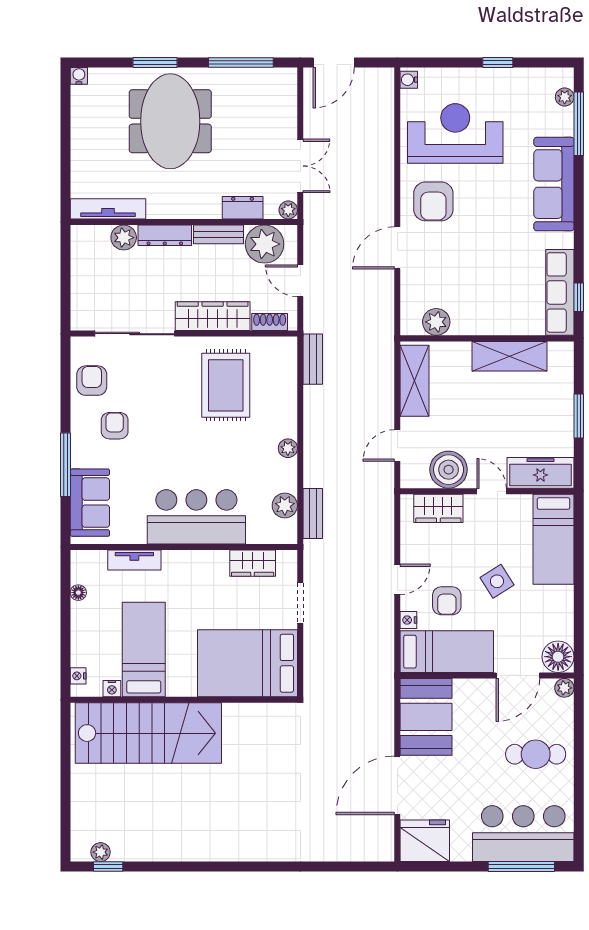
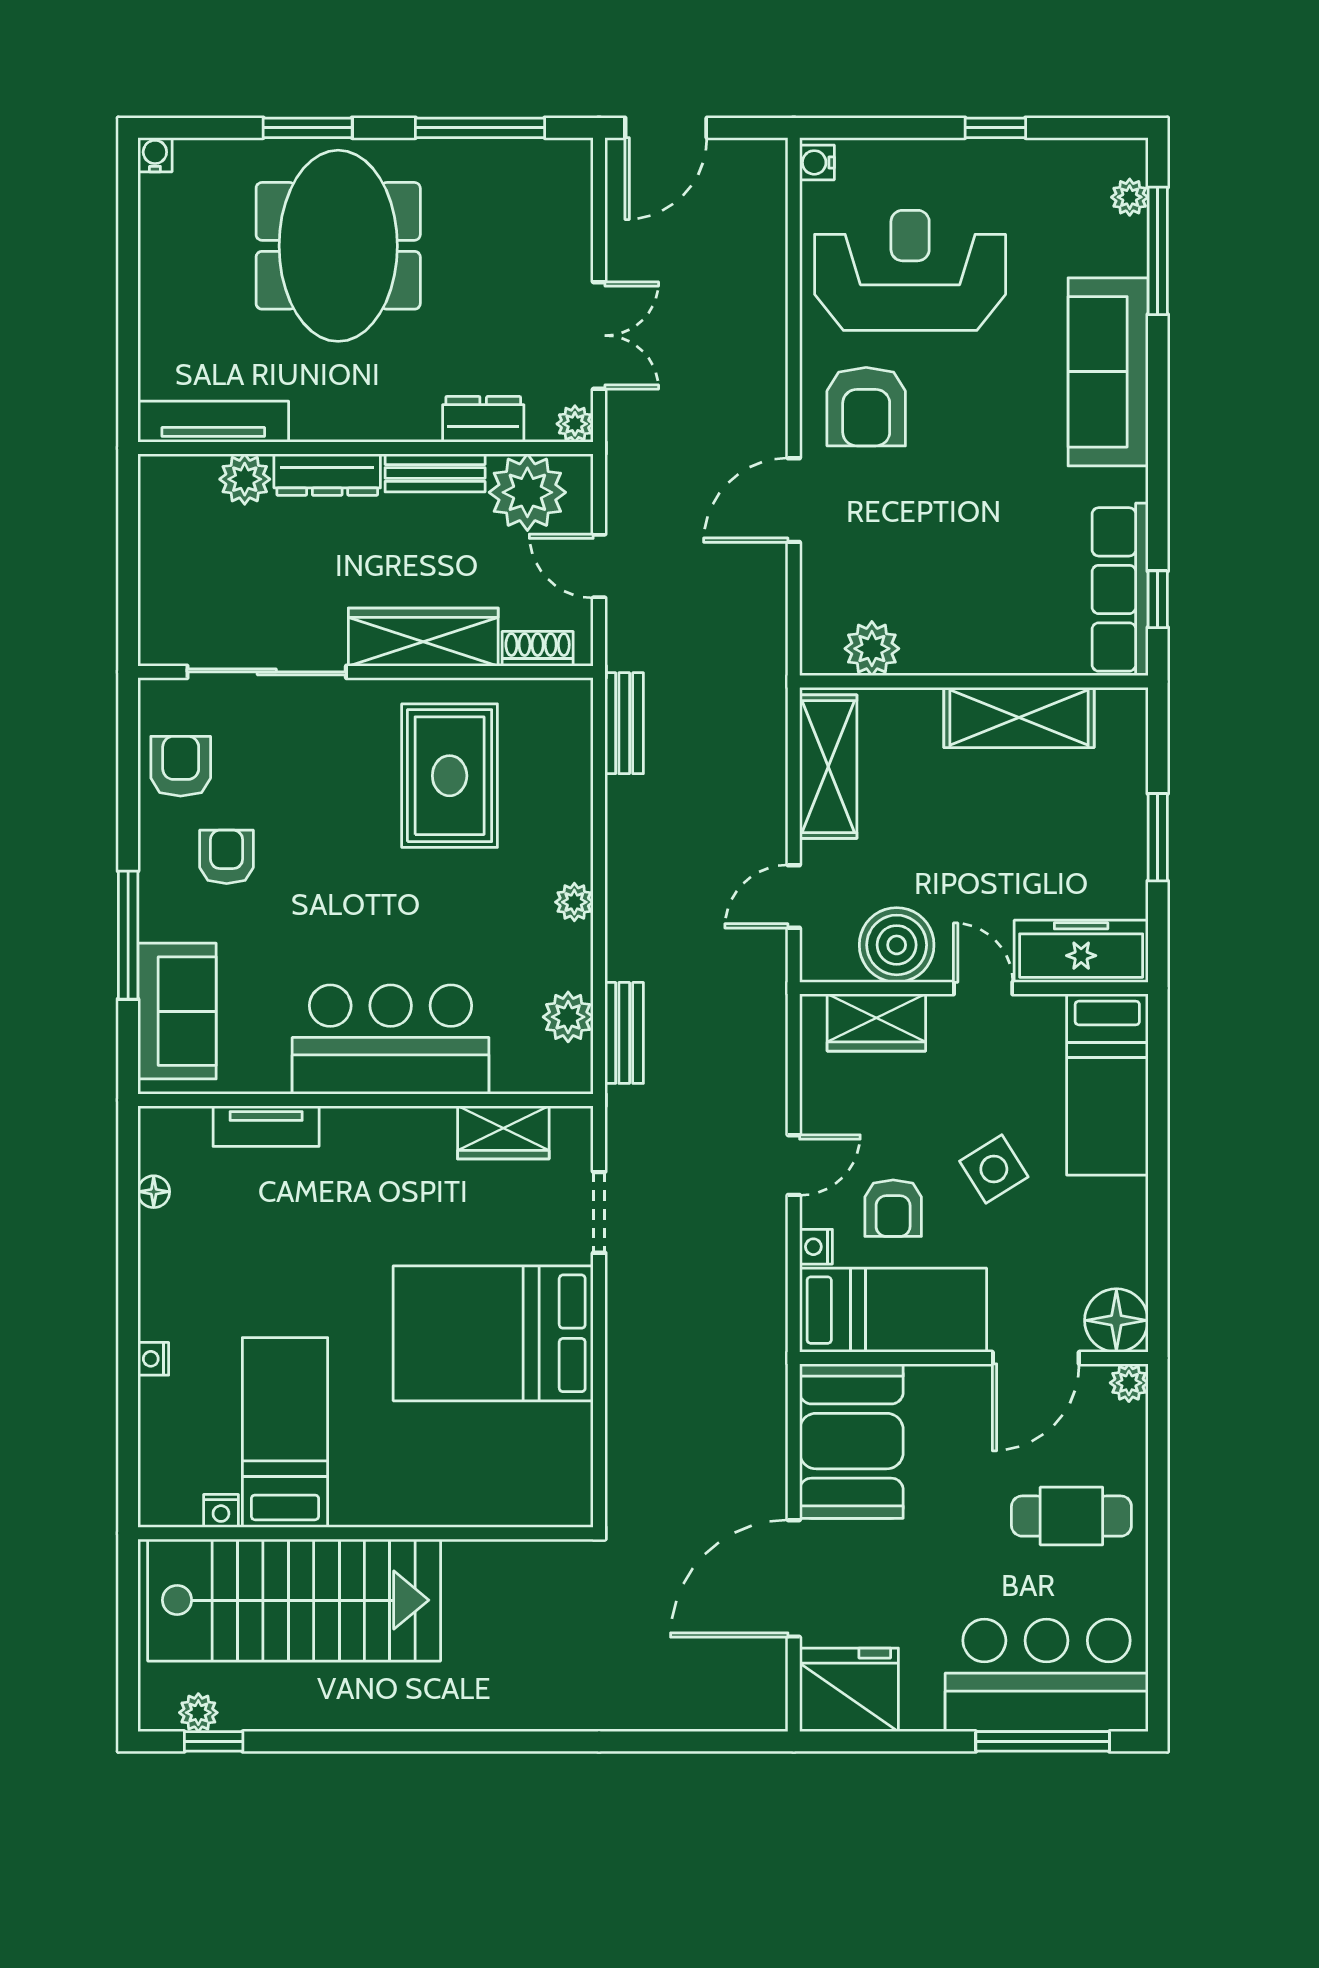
bed: (144, 650) -> (285, 1432), moved
nightstand: (112, 689) -> (221, 1511), moved
wall: (184, 700) -> (366, 1533), moved
stairs: (148, 733) -> (294, 1600), moved

